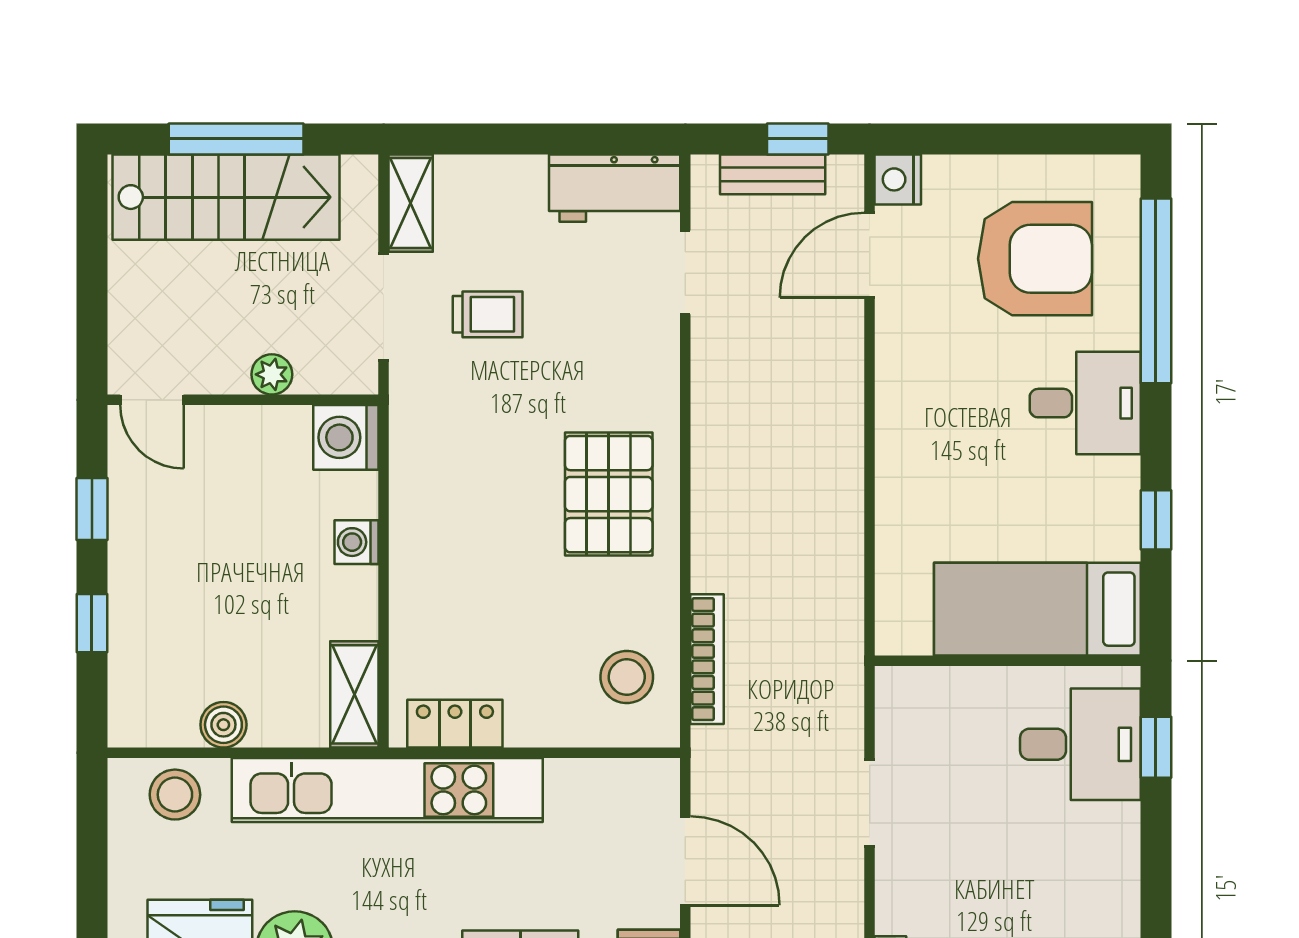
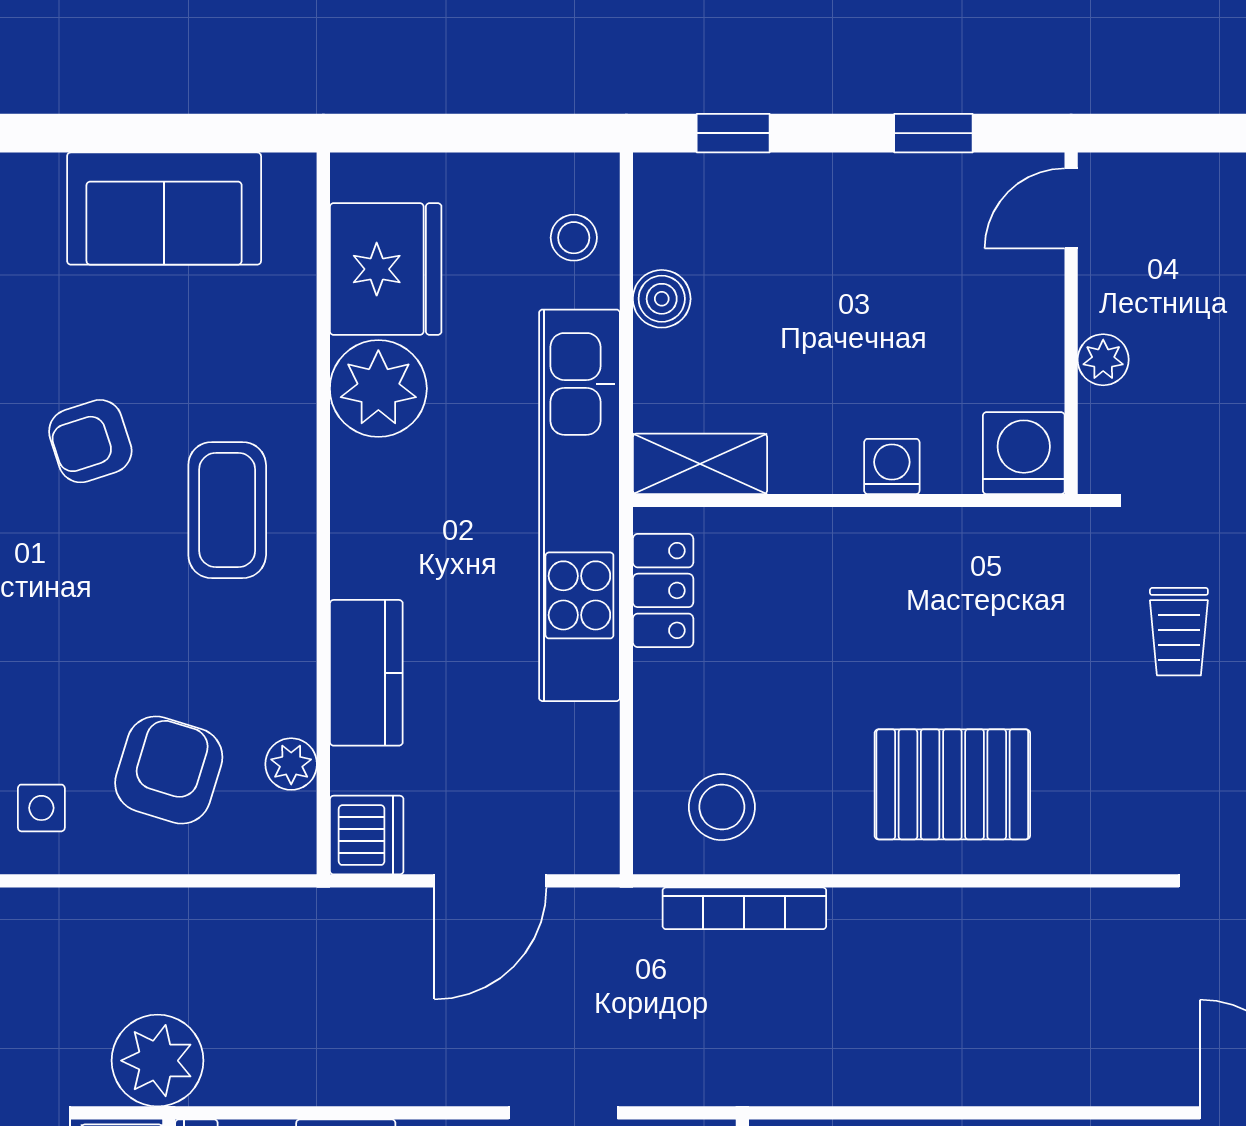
window: (92, 623) -> (733, 133), moved
stool: (175, 795) -> (574, 238), width x0.73, depth x0.73

